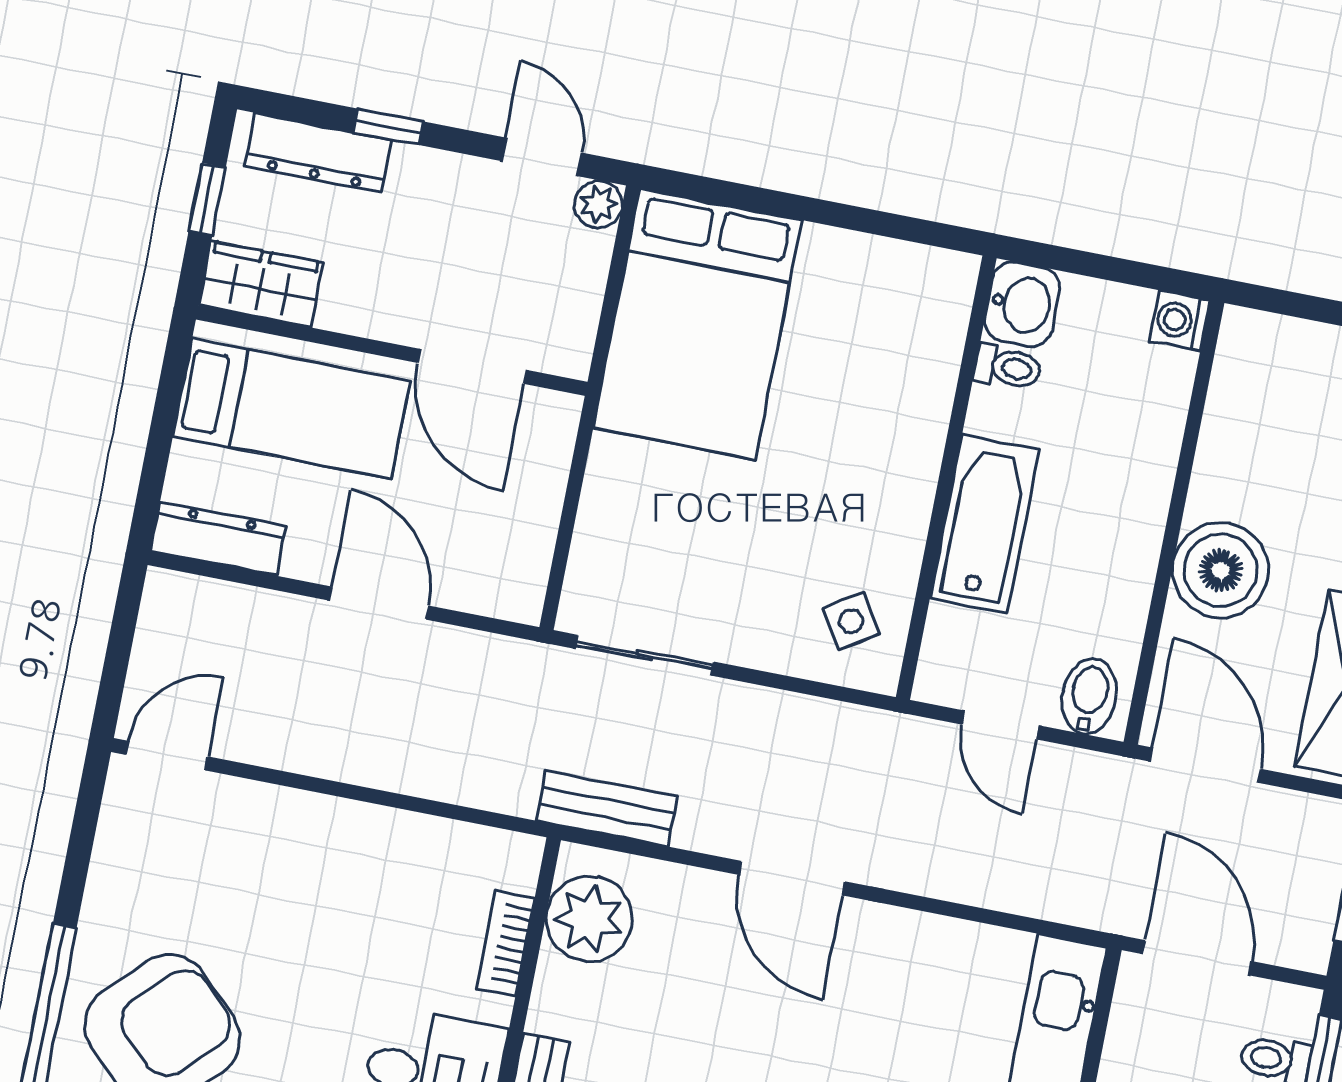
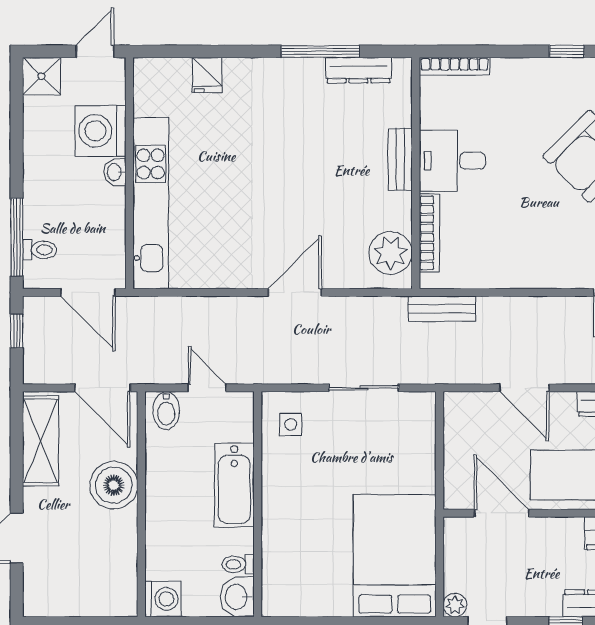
washing machine: (1180, 321) -> (163, 599), width x1.38, depth x1.38
side table: (851, 621) -> (291, 424), turned 33
sliding door: (645, 655) -> (364, 388), moved
bench: (607, 809) -> (442, 309), moved
door: (792, 878) -> (295, 292), hinge flipped
bookcase: (506, 943) -> (429, 233), width x1.56

